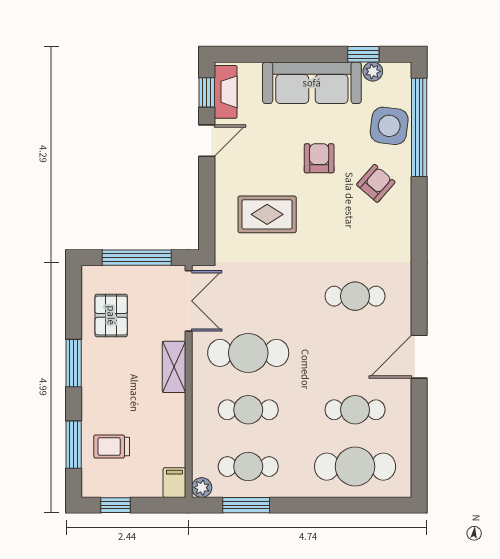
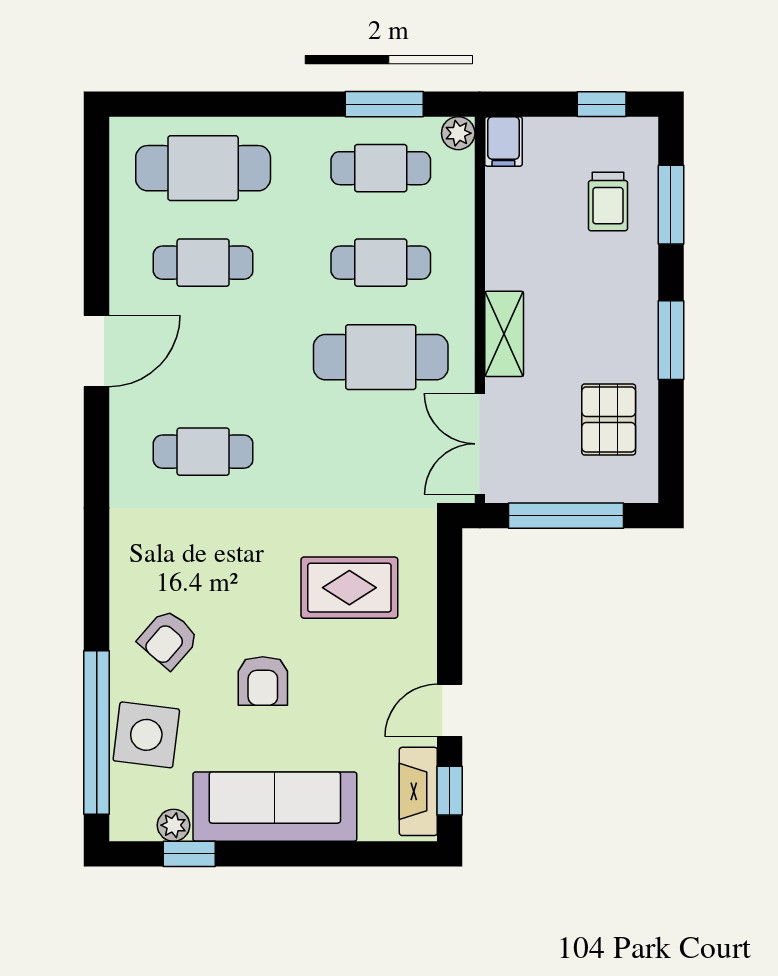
trolley: (112, 446) -> (608, 202), turned 90

